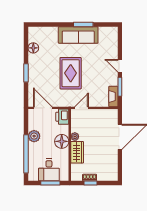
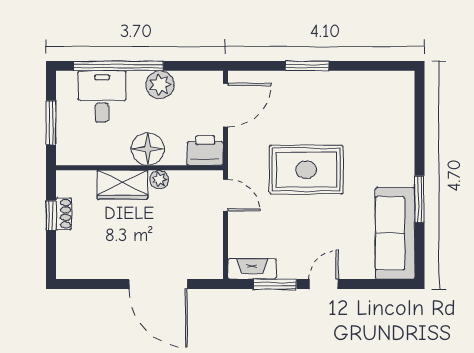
sofa: (78, 35) -> (395, 233), moved
floor lamp: (33, 48) -> (365, 83), removed
desk: (49, 170) -> (102, 97), moved, turned 90

